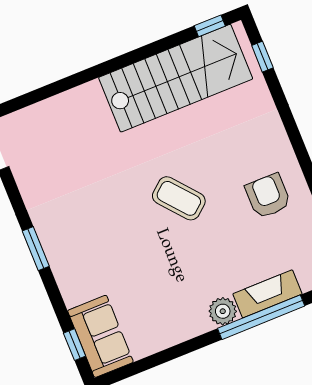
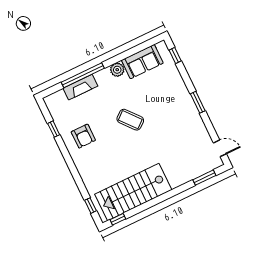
window: (32, 98) -> (204, 178), added
coffee table: (179, 198) -> (130, 120), moved
plant: (223, 311) -> (117, 70), moved
sofa: (100, 336) -> (142, 62), moved, turned -90

